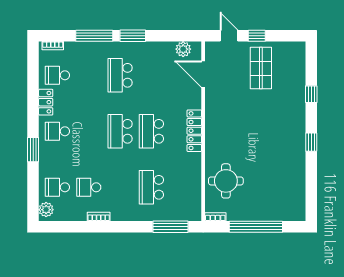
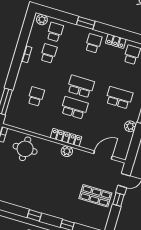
plant: (183, 49) -> (130, 126), moved
plant: (212, 124) -> (67, 151), added
school desk: (151, 187) -> (36, 96), width x0.54

